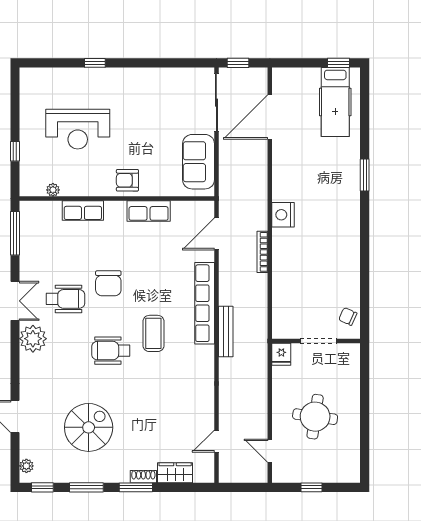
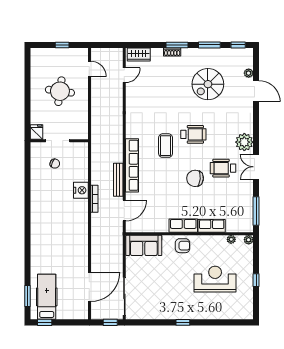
window: (95, 63) -> (183, 322), moved
window: (15, 151) -> (256, 280), moved
sofa: (199, 162) -> (144, 245), moved, turned 90
window: (365, 175) -> (28, 296), moved
plant: (26, 189) -> (249, 240), added
row of seats: (149, 211) -> (183, 226), moved
nightstand: (283, 215) -> (81, 190), moved
chair: (108, 283) -> (195, 178), turned -85
chair: (348, 316) -> (55, 164), moved
bench: (226, 332) -> (118, 180), moved
fridge: (281, 354) -> (37, 132), moved
plant: (26, 466) -> (249, 73), moved
wardrobe: (175, 473) -> (139, 54), moved

